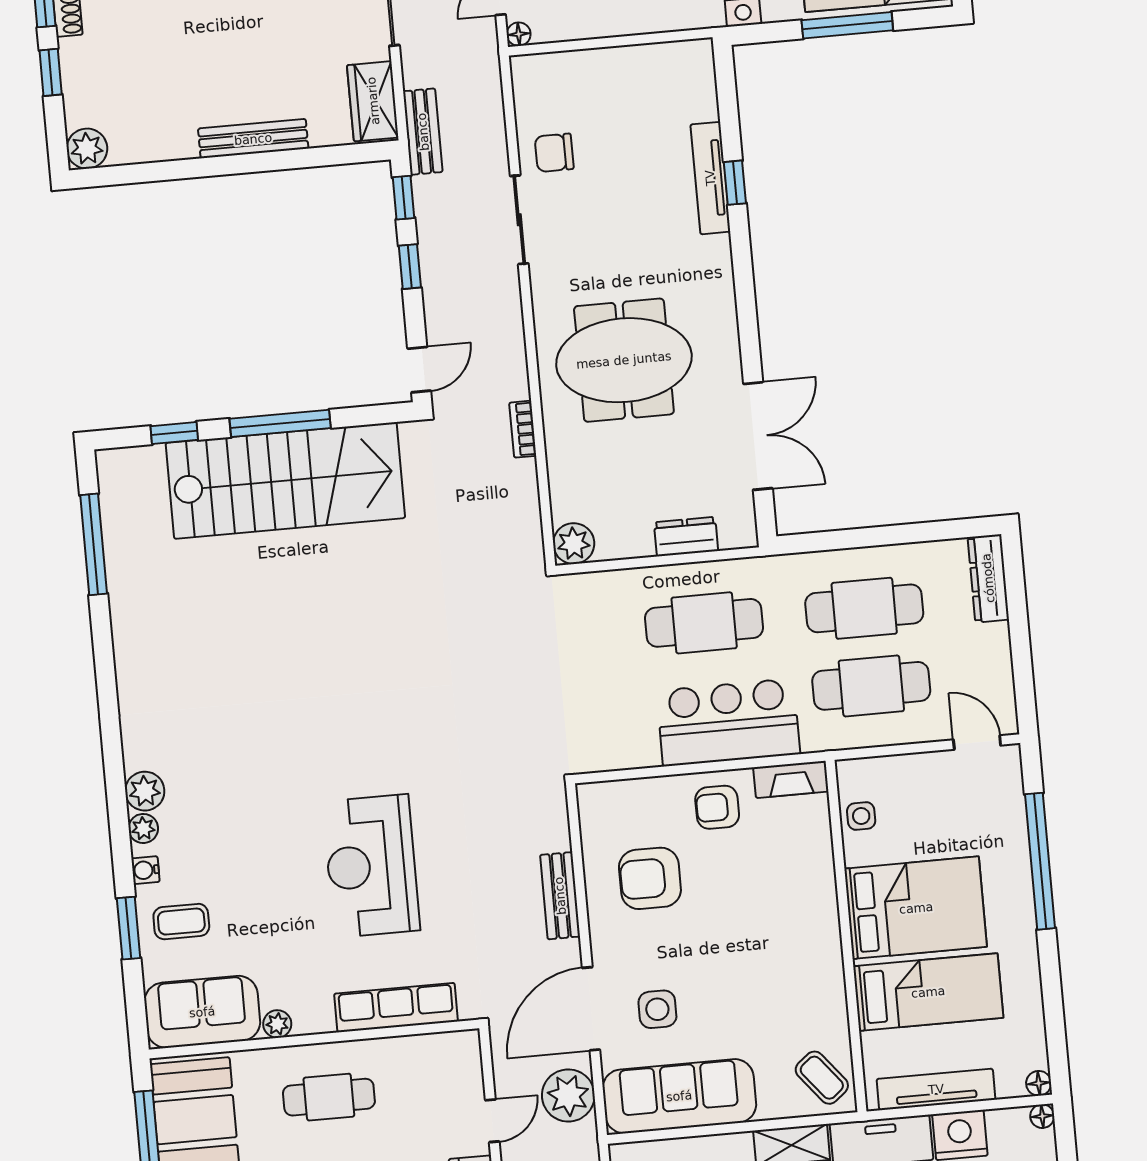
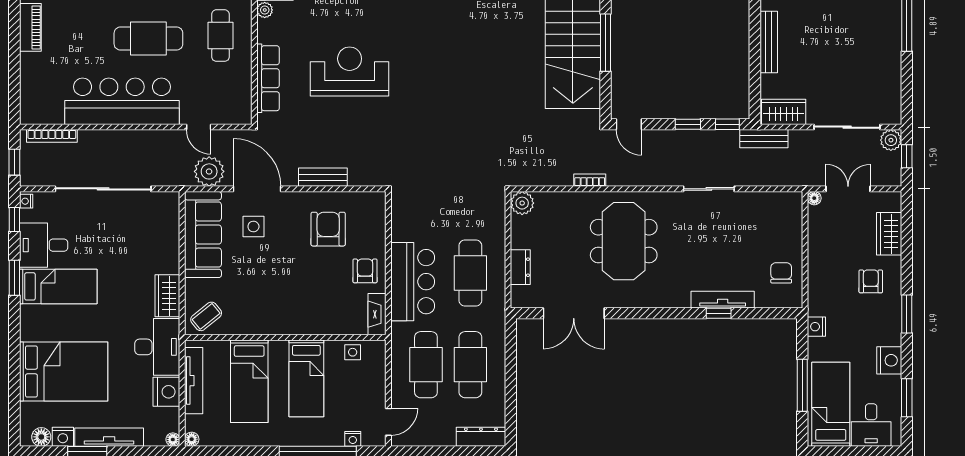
chair: (554, 153) -> (781, 273), moved
nightstand: (1012, 802) -> (353, 439), added
bed: (916, 908) -> (306, 378), width x0.67

